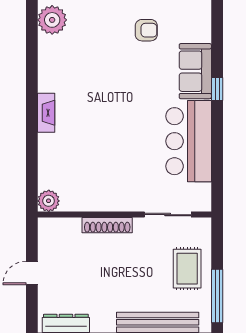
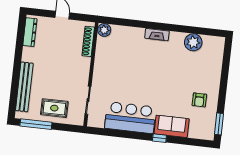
plant: (52, 20) -> (193, 42), moved
shoe rack: (107, 225) -> (88, 41), moved

